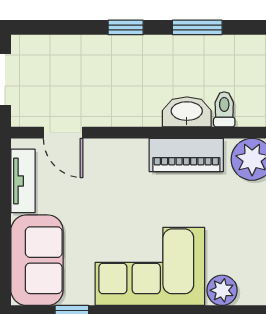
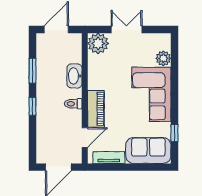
toilet: (224, 109) -> (73, 104), moved
piano: (186, 155) -> (96, 109), moved

